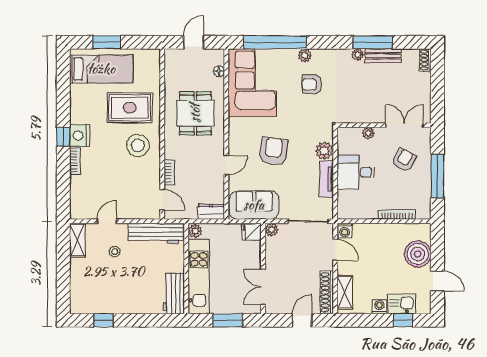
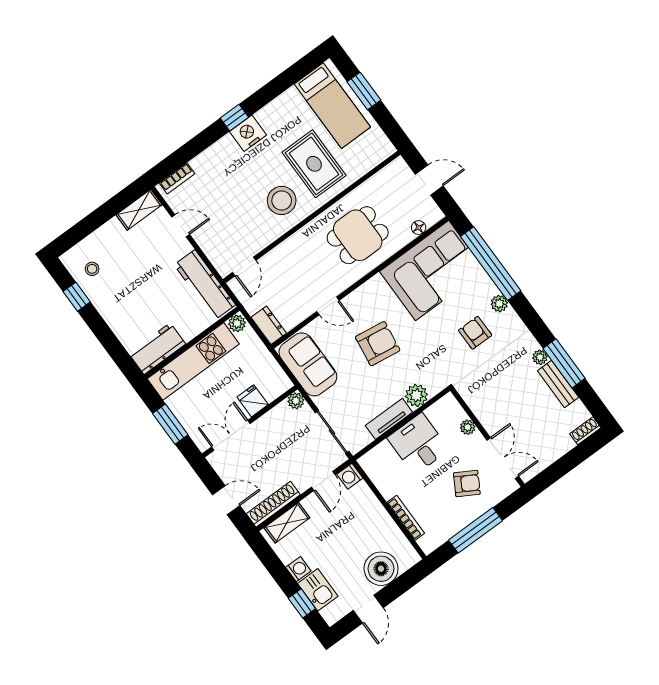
bookcase: (75, 161) -> (177, 178), moved
bookcase: (169, 173) -> (277, 253), removed
fridge: (251, 232) -> (253, 401), moved
stool: (115, 252) -> (92, 269), moved

